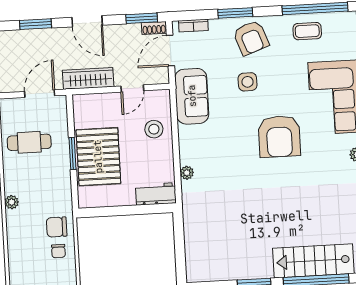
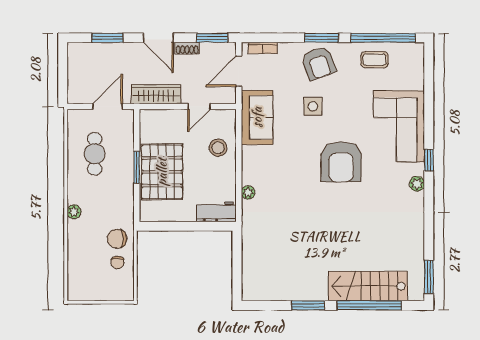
window: (235, 13) -> (321, 38), moved
shoe rack: (154, 28) -> (187, 48), moved
cafe table: (29, 142) -> (95, 154), turned 90

